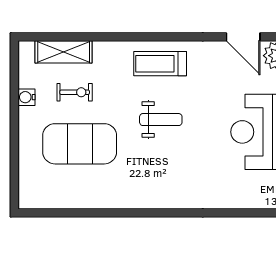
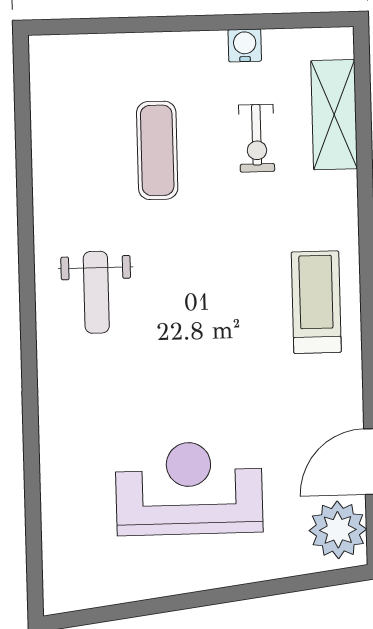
weight bench: (161, 120) -> (96, 292), moved
exercise mat: (80, 144) -> (157, 150), width x0.50, depth x0.69

